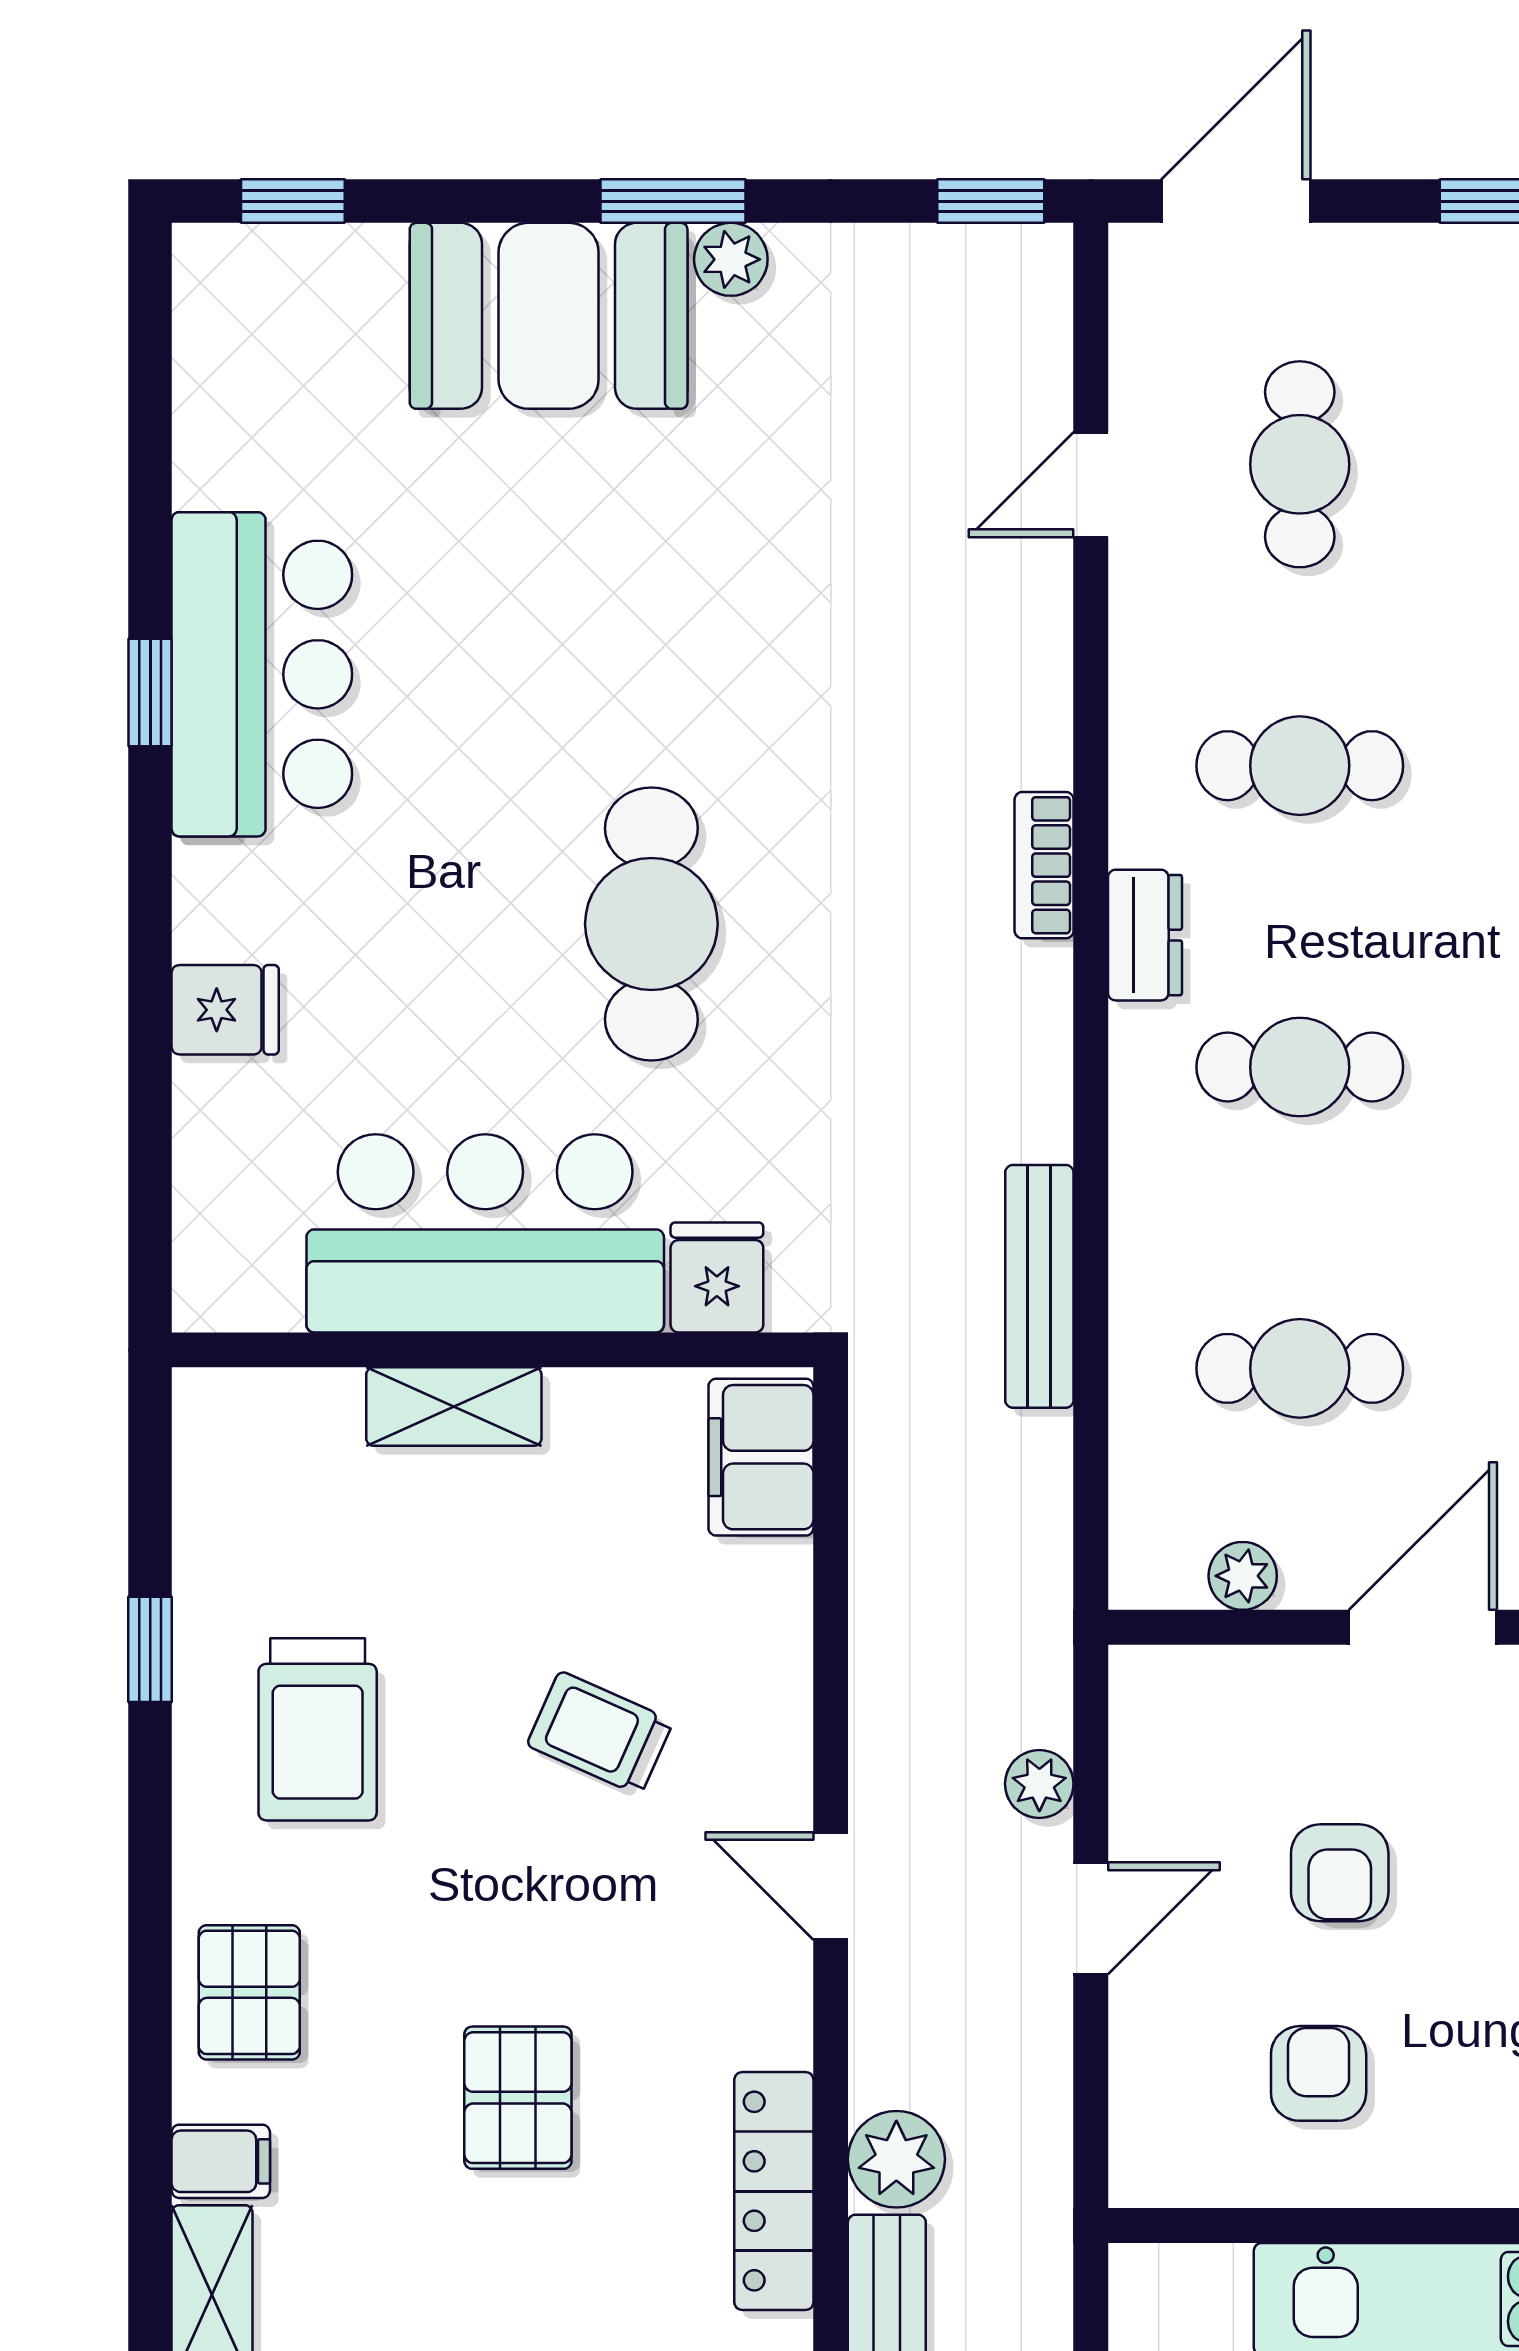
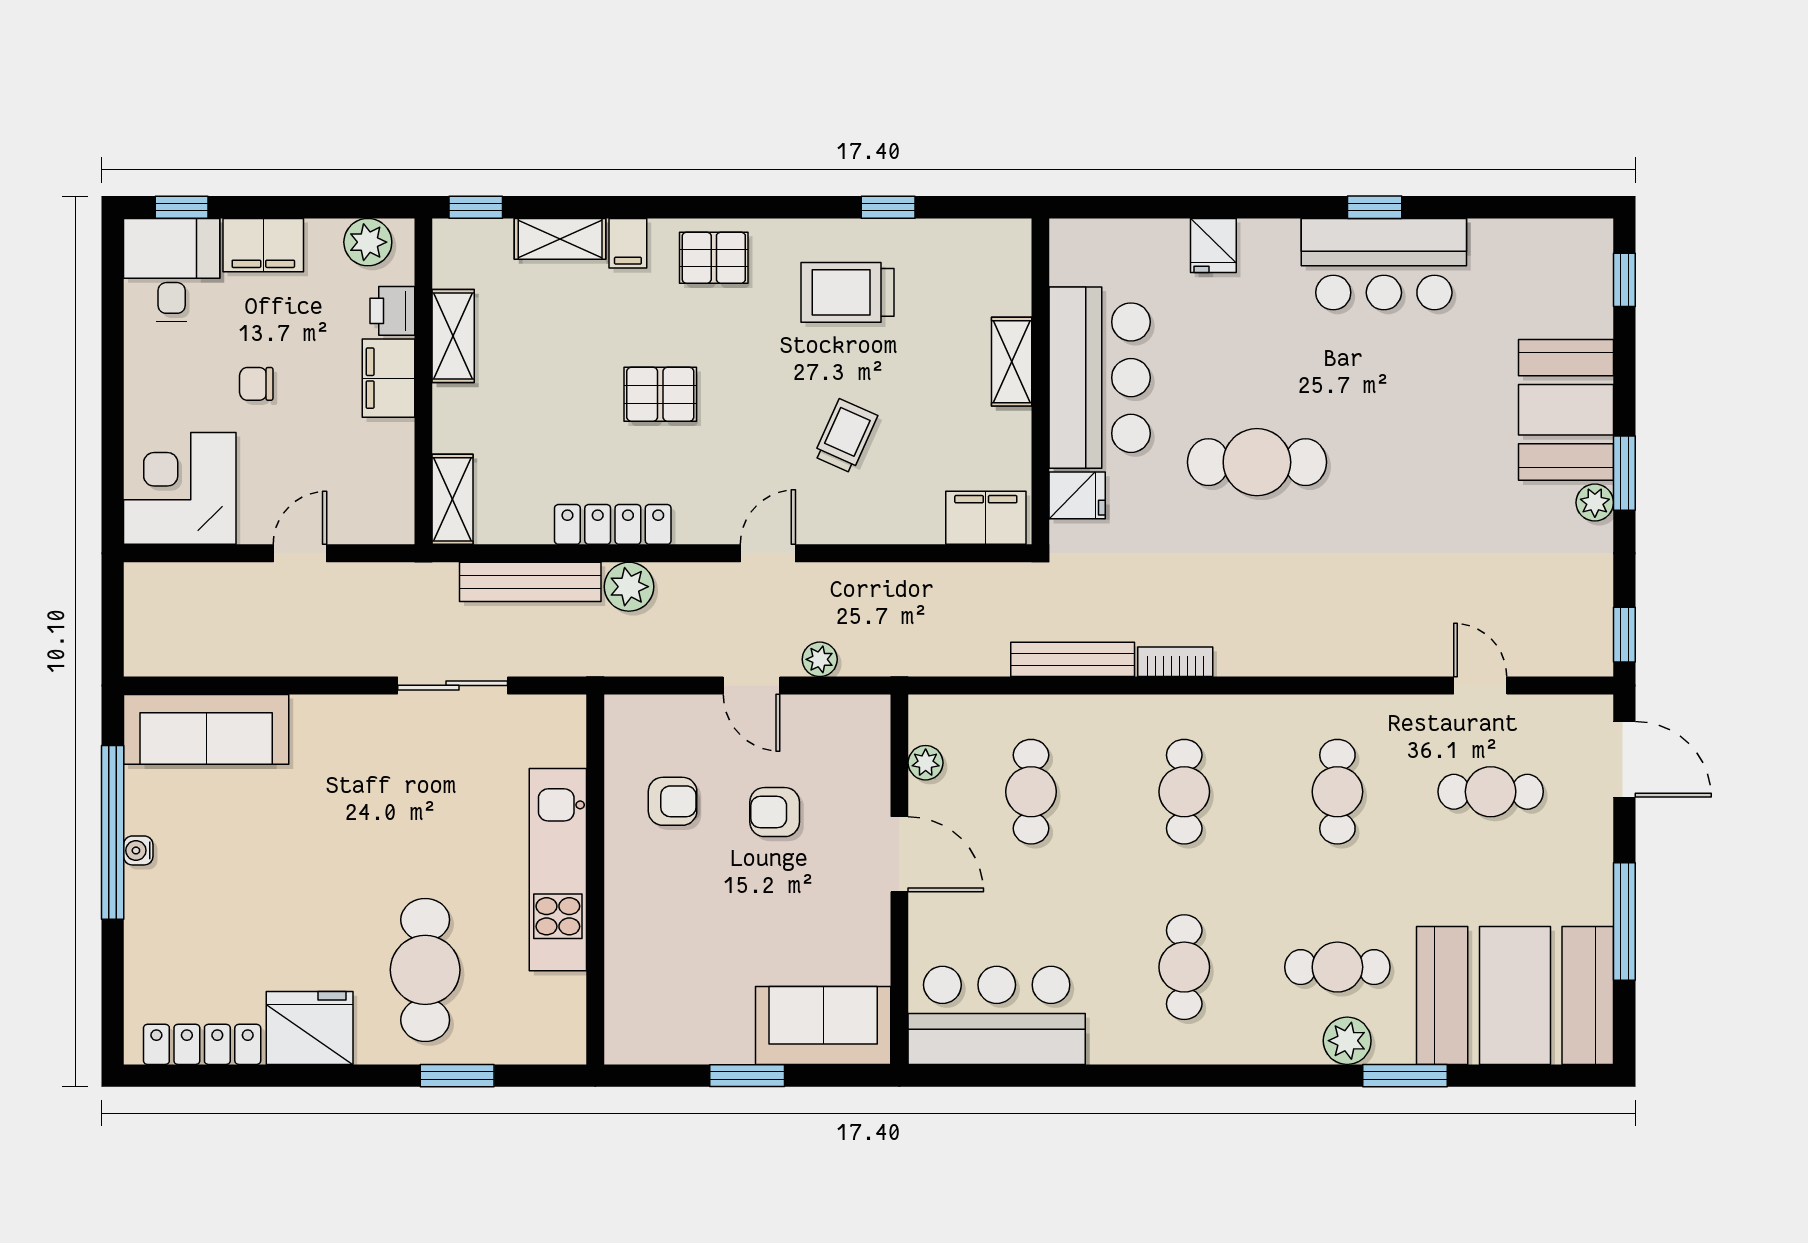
bookcase: (1044, 865) -> (1175, 662), moved
dresser: (1145, 935) -> (1251, 713), removed

